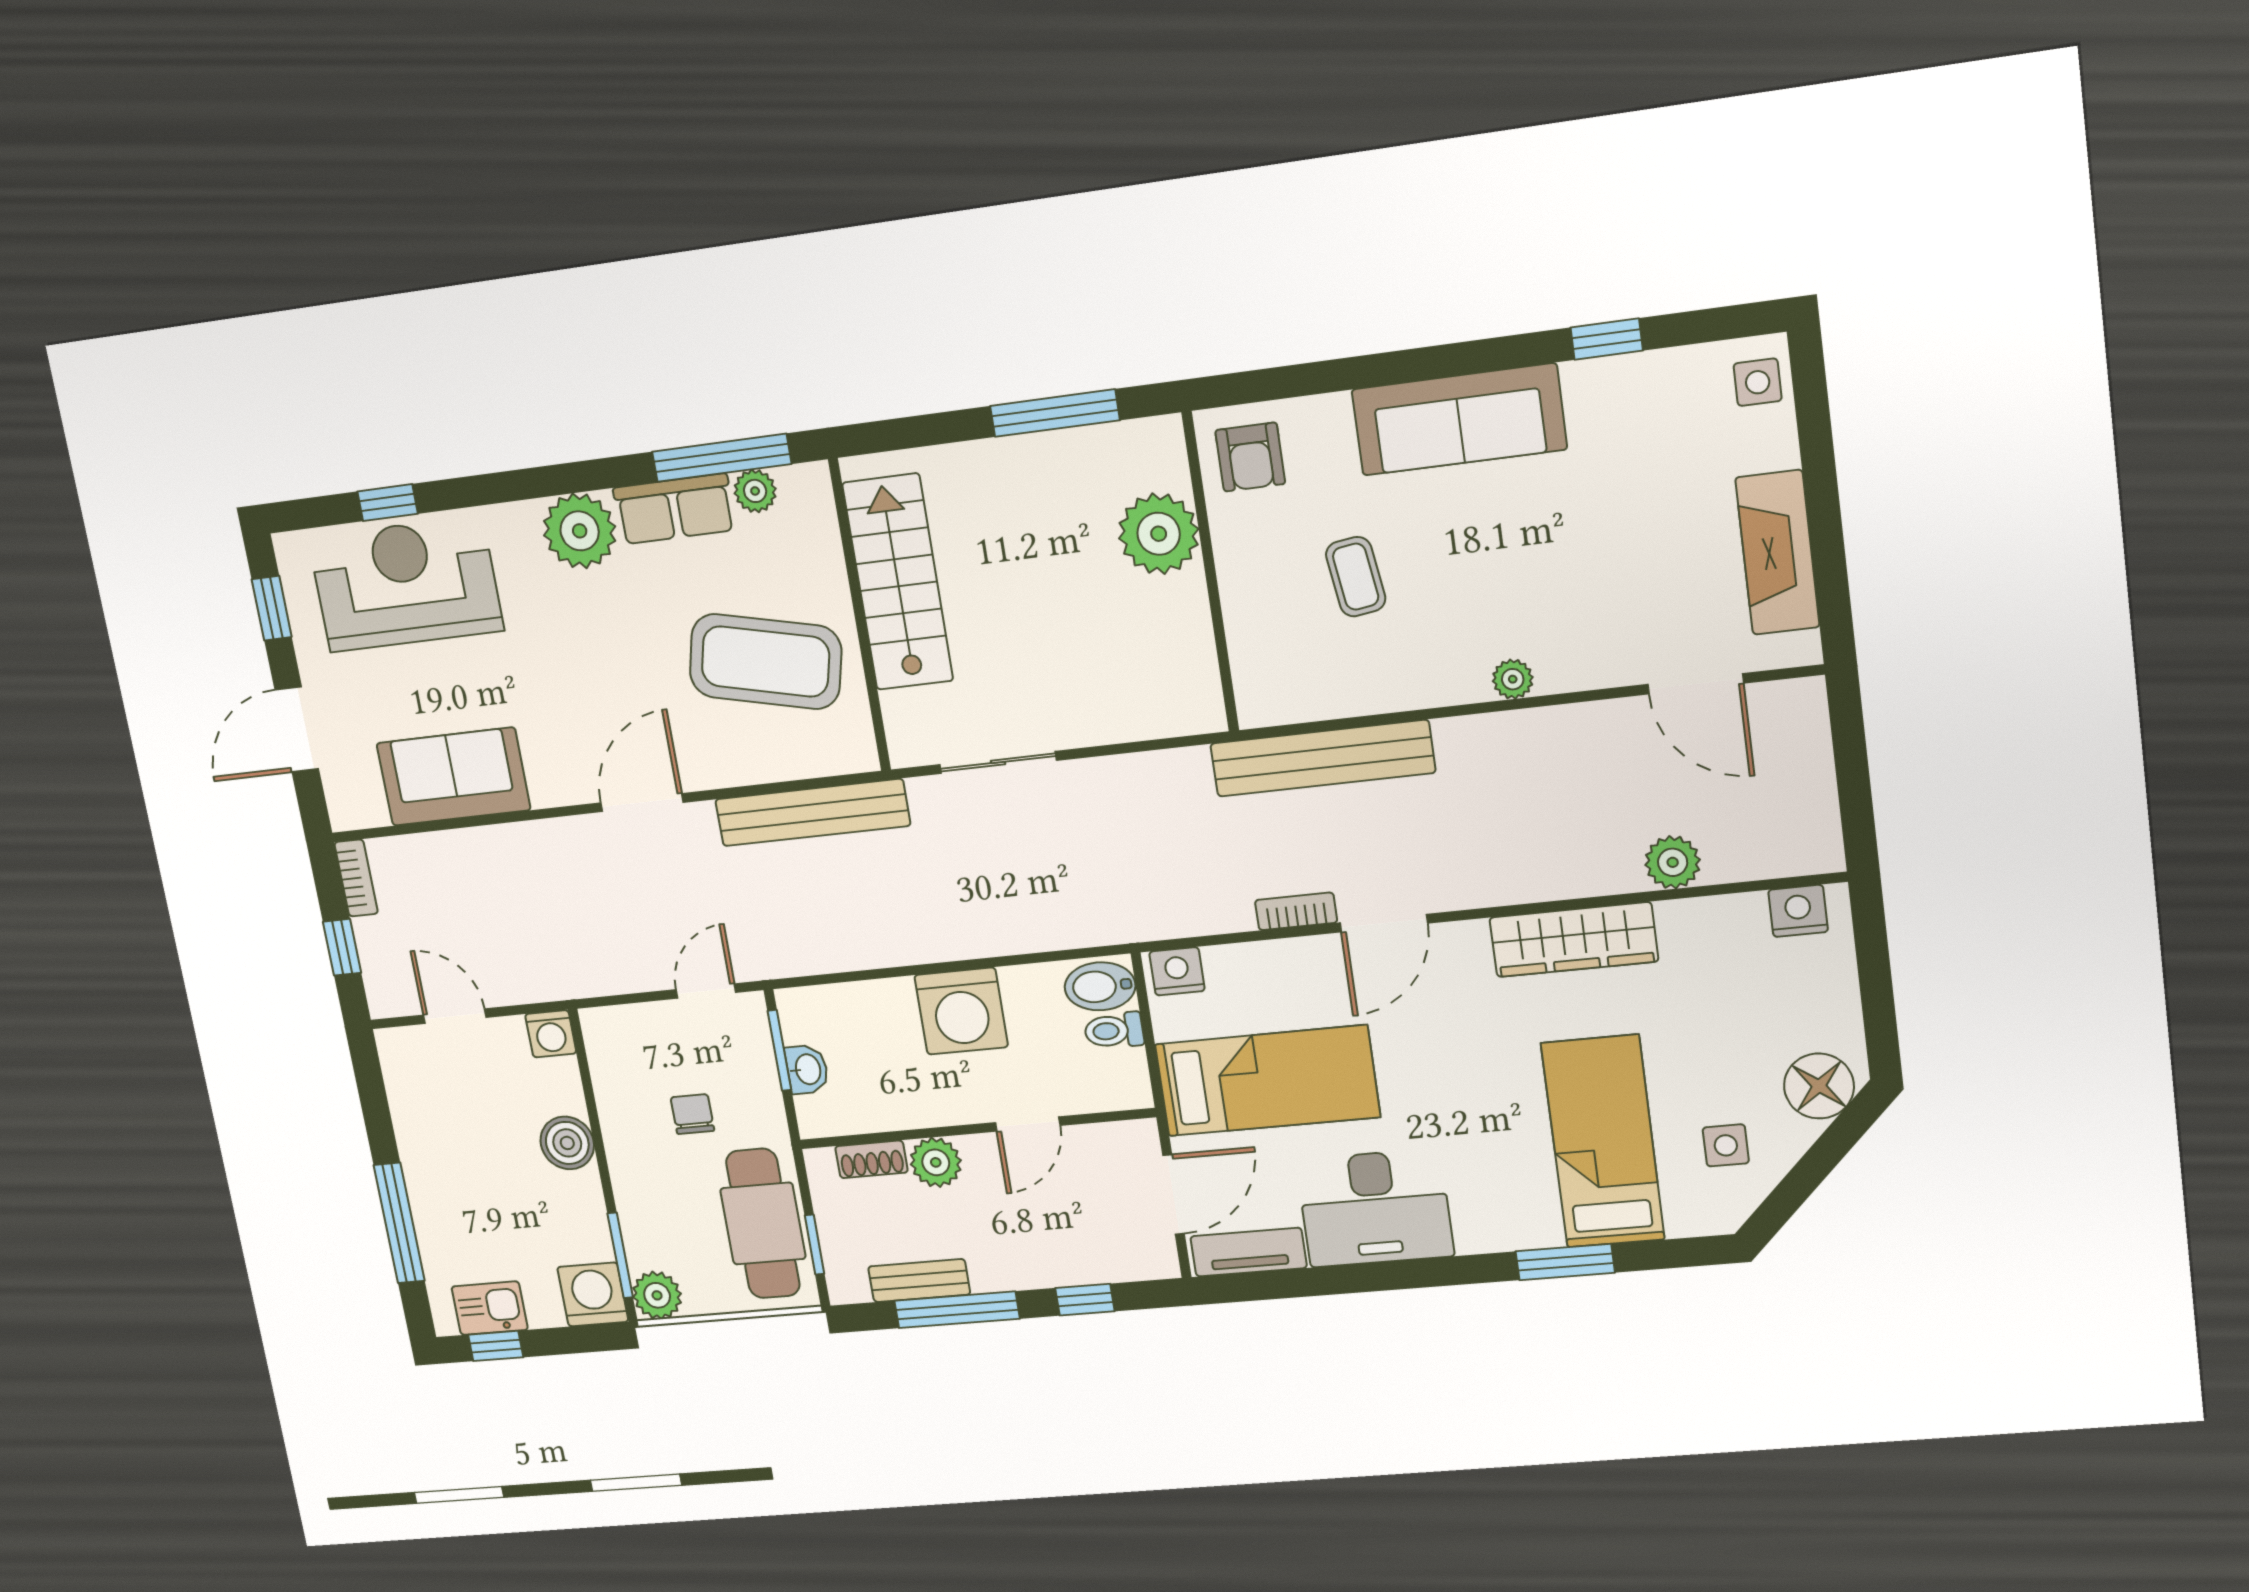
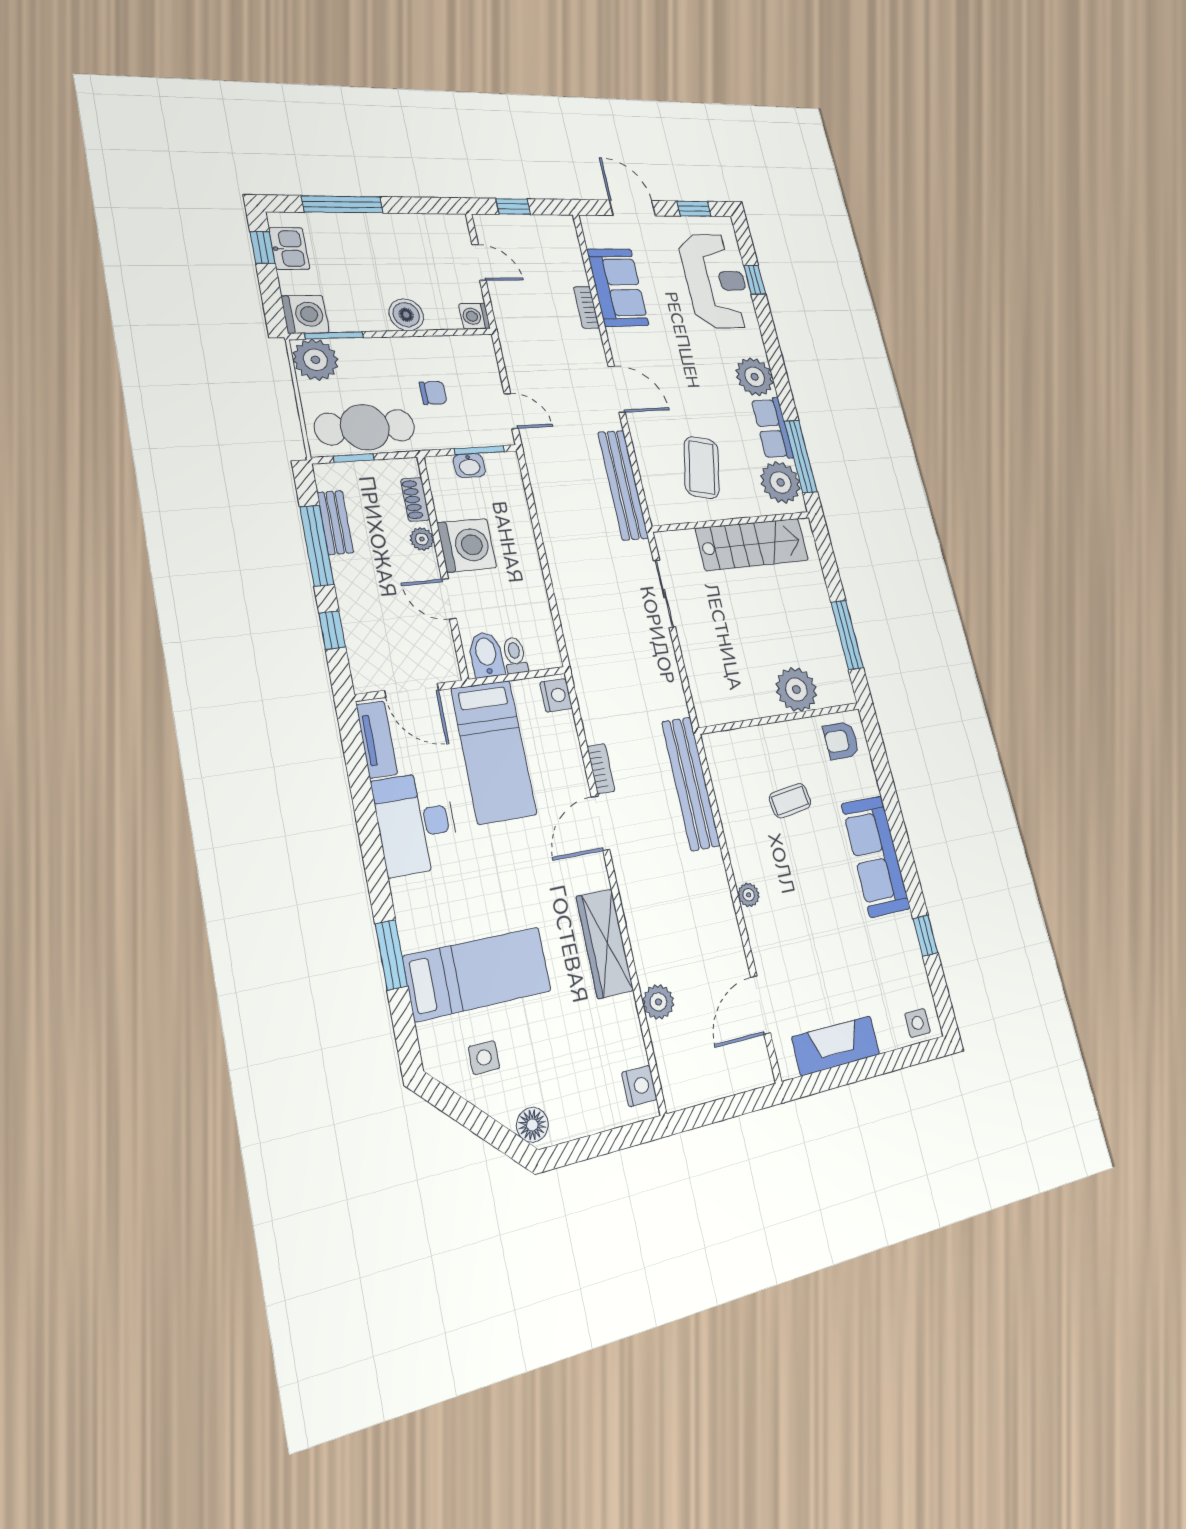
plant: (755, 491) -> (781, 482), width x1.88, depth x1.88
coffee table: (765, 662) -> (702, 468), width x0.73, depth x0.76
bookcase: (356, 878) -> (586, 307), moved, turned 90
door: (1384, 923) -> (600, 823), hinge flipped
bidet: (1100, 986) -> (486, 655), moved
washing machine: (961, 1011) -> (467, 545), moved, turned 180
door: (455, 1016) -> (479, 262), hinge flipped
floor lamp: (1819, 1086) -> (532, 1125), width x0.73, depth x0.73
plant: (936, 1162) -> (422, 539), width x0.73, depth x0.73
plant: (657, 1295) -> (315, 360), width x1.36, depth x1.36

